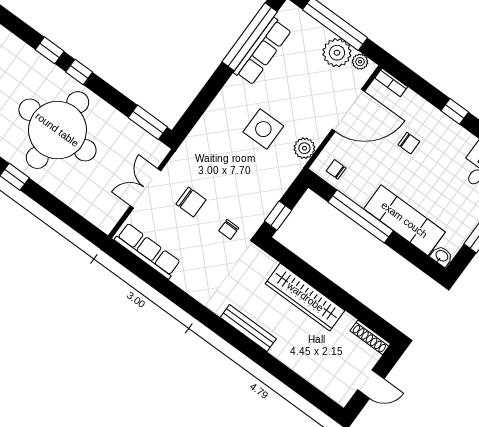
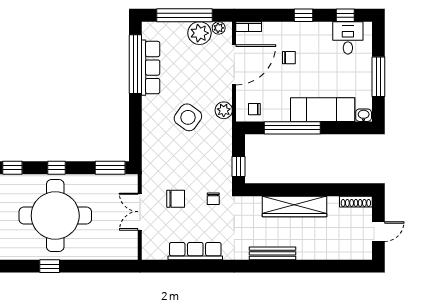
window: (79, 72) -> (56, 168), moved
side table: (263, 129) -> (188, 117), turned 36
row of seats: (148, 251) -> (195, 251), moved

